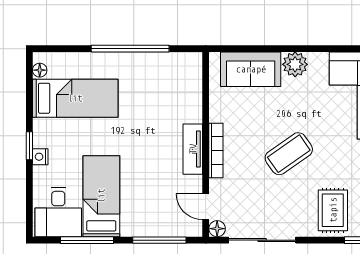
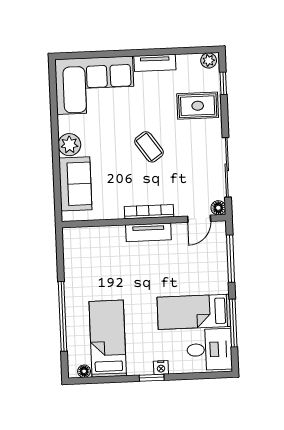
window: (130, 49) -> (63, 316), moved
coffee table: (289, 154) -> (149, 147), width x0.73, depth x0.77

